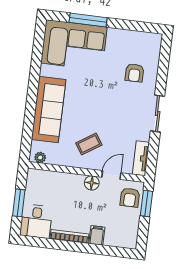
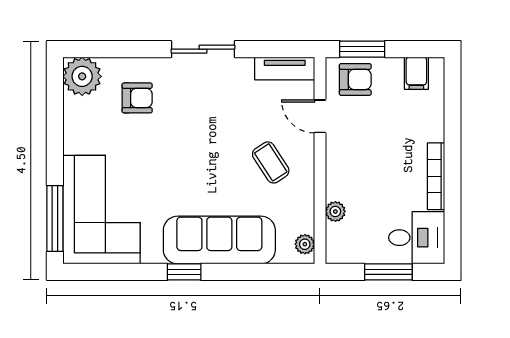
window: (88, 20) -> (55, 219), moved
plant: (151, 43) -> (82, 76), added
window: (33, 87) -> (184, 272), added
plant: (57, 177) -> (335, 211), added
floor lamp: (92, 183) -> (338, 149), removed
filing cabinet: (97, 235) -> (416, 73), moved, turned -90

